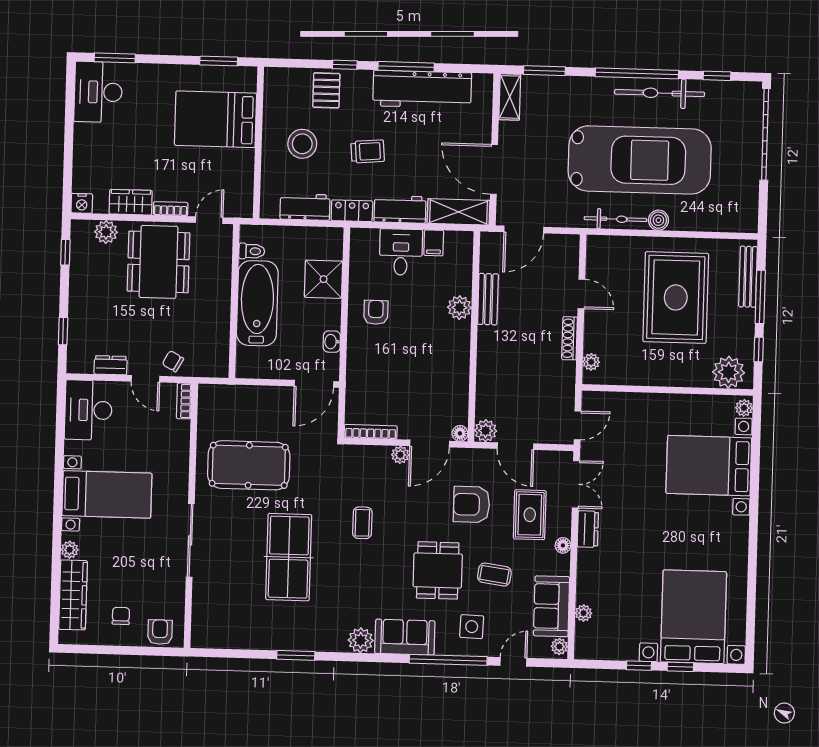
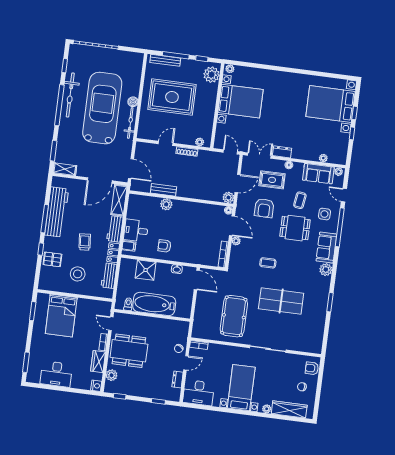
desk: (98, 92) -> (56, 374), moved
filing cabinet: (434, 243) -> (129, 246), moved
bed with nightstands: (709, 466) -> (241, 101), moved, turned -90

